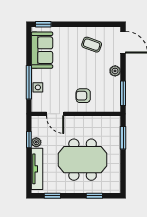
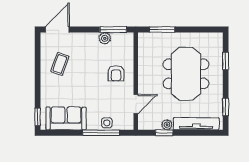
plant: (115, 71) -> (105, 38), moved

